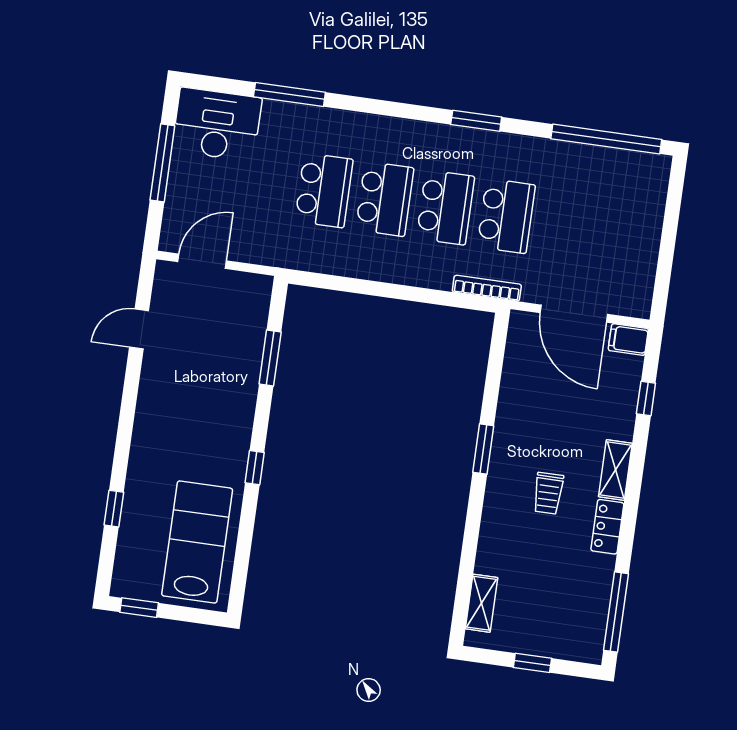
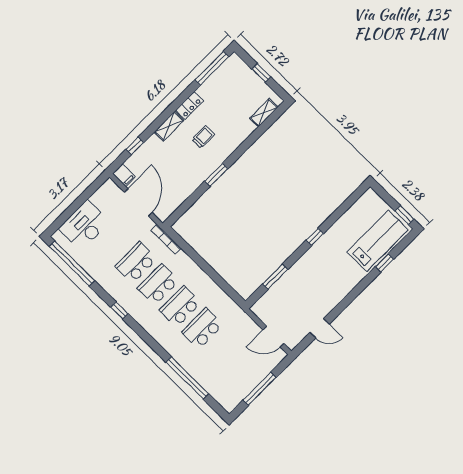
window: (289, 94) -> (187, 378), width x1.46
window: (476, 121) -> (119, 310), width x0.67
desk: (217, 124) -> (84, 225), moved, turned 90
lab bench: (197, 542) -> (378, 241), moved, turned 180

